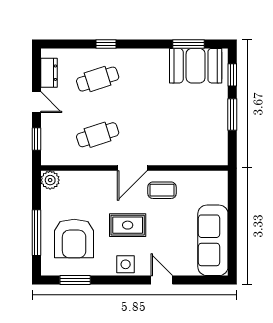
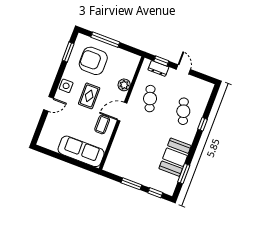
booth: (196, 66) -> (175, 157), moved
dresser: (49, 73) -> (158, 68), moved
door: (36, 102) -> (183, 69), swing flipped
door: (132, 168) -> (122, 112), hinge flipped
plant: (50, 180) -> (124, 85), moved
sofa: (213, 240) -> (81, 151), moved

